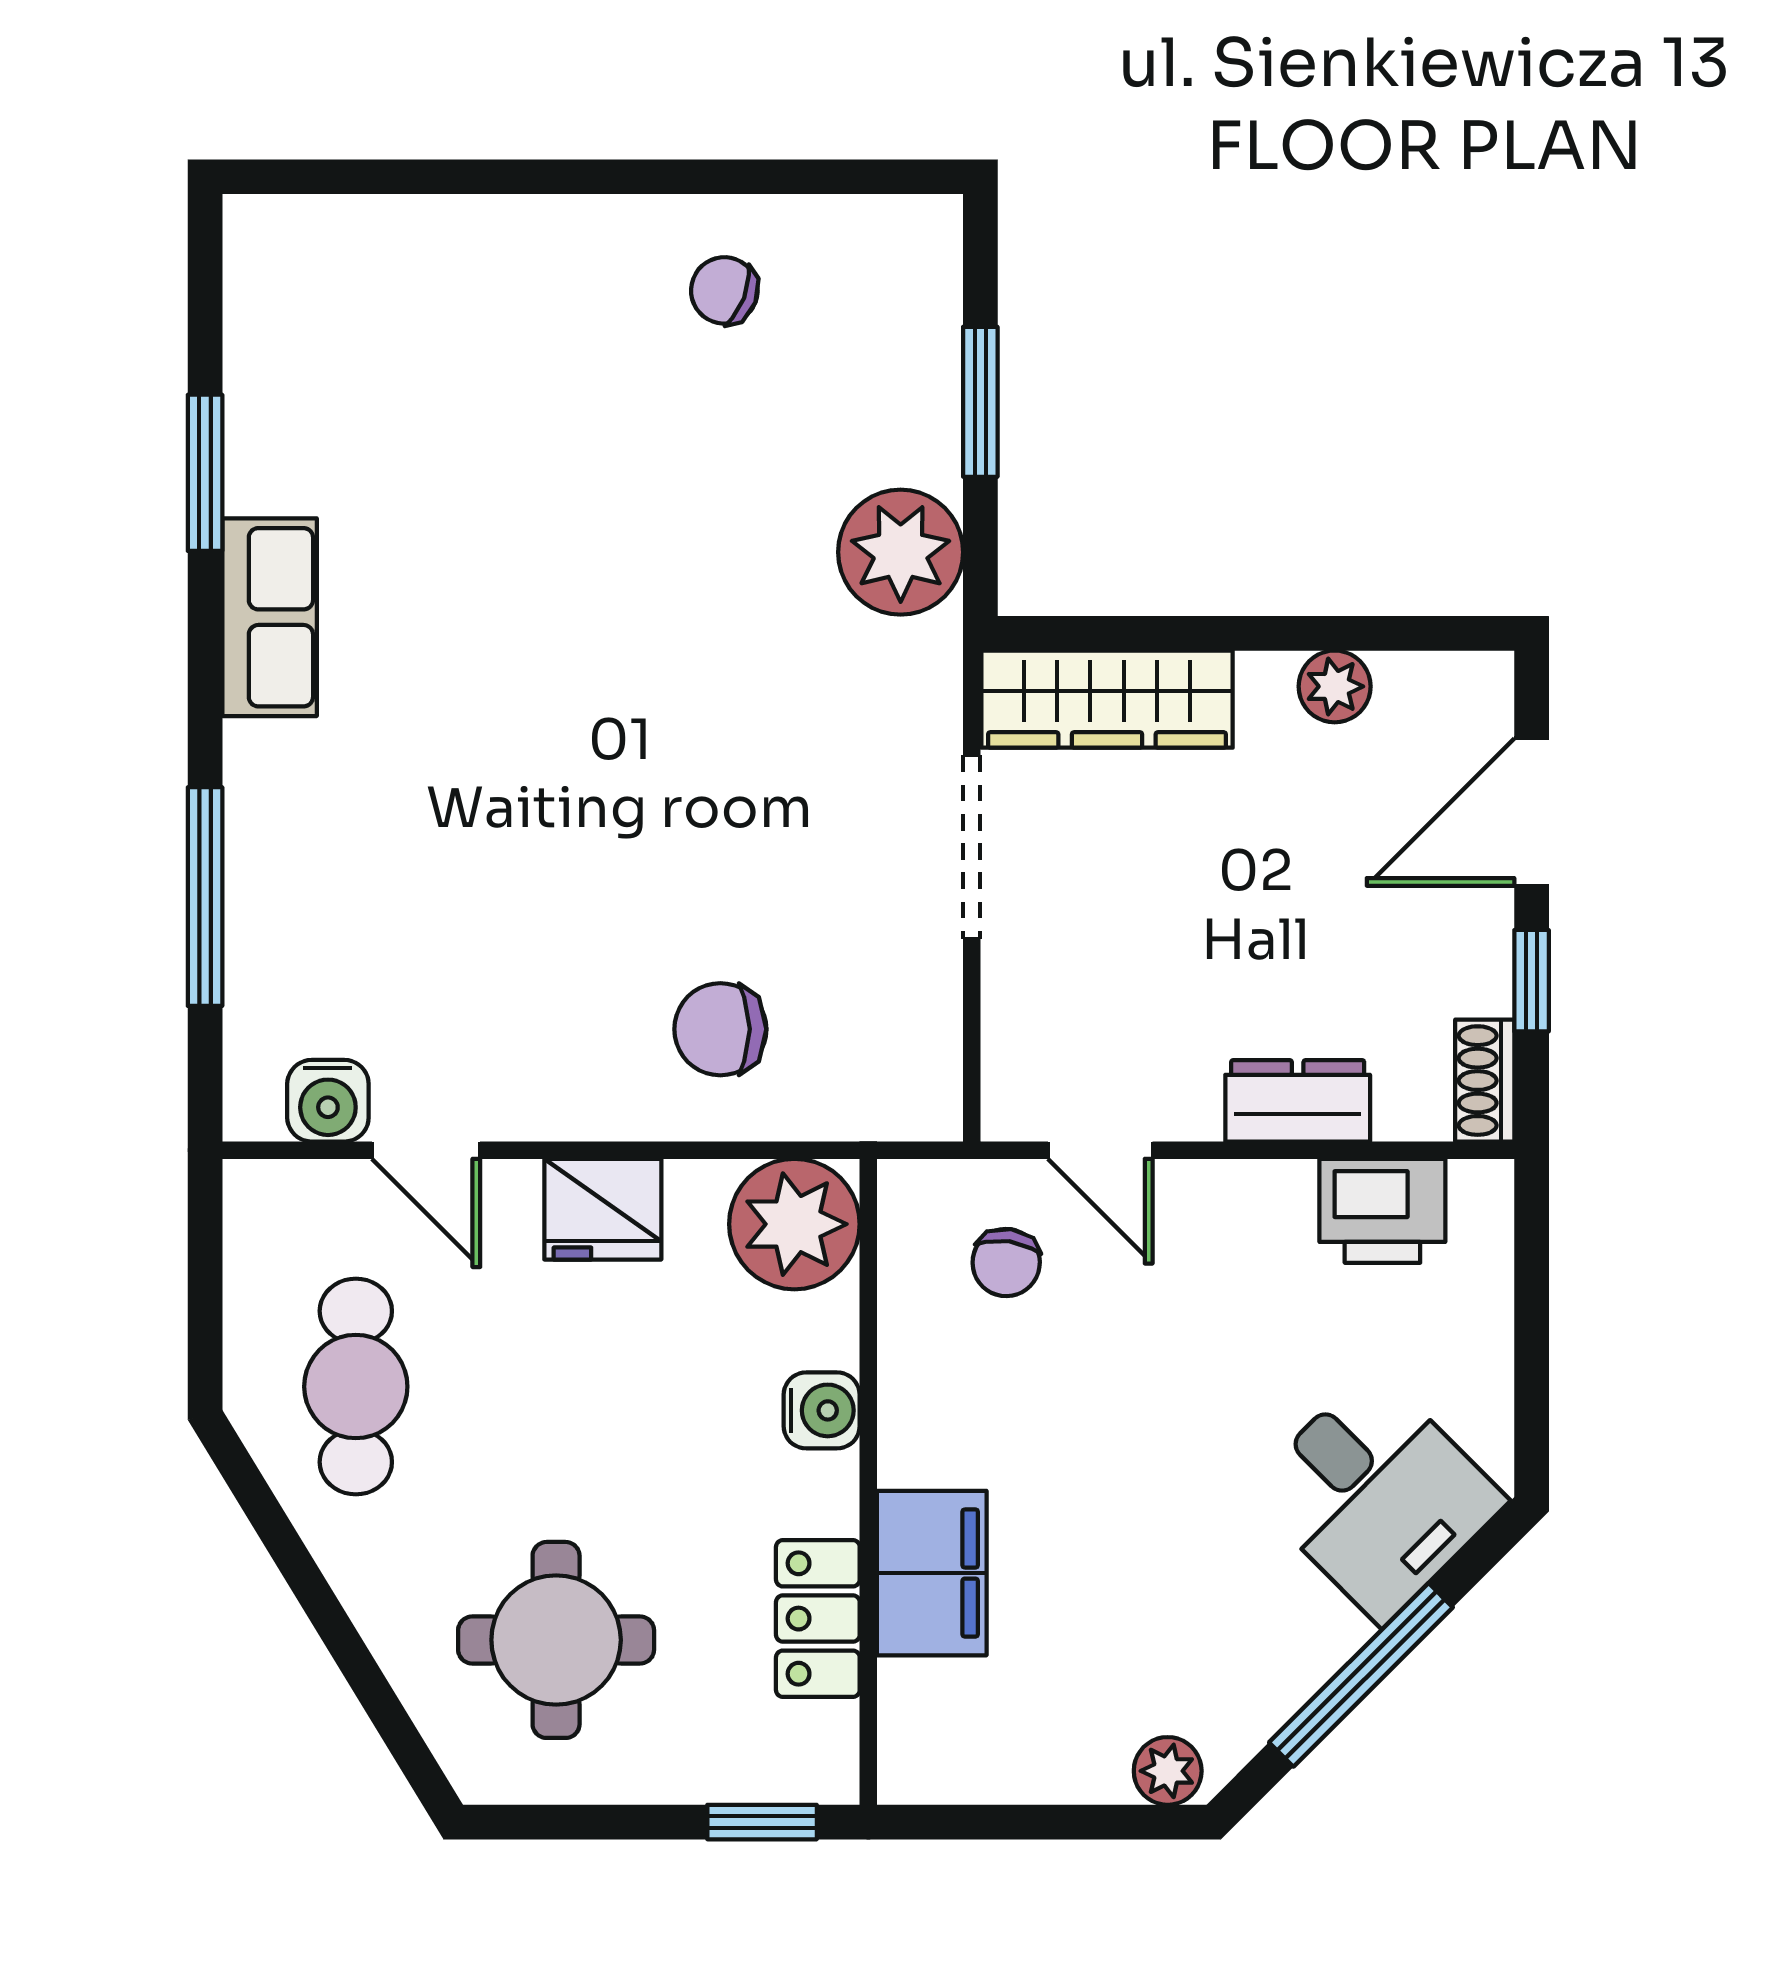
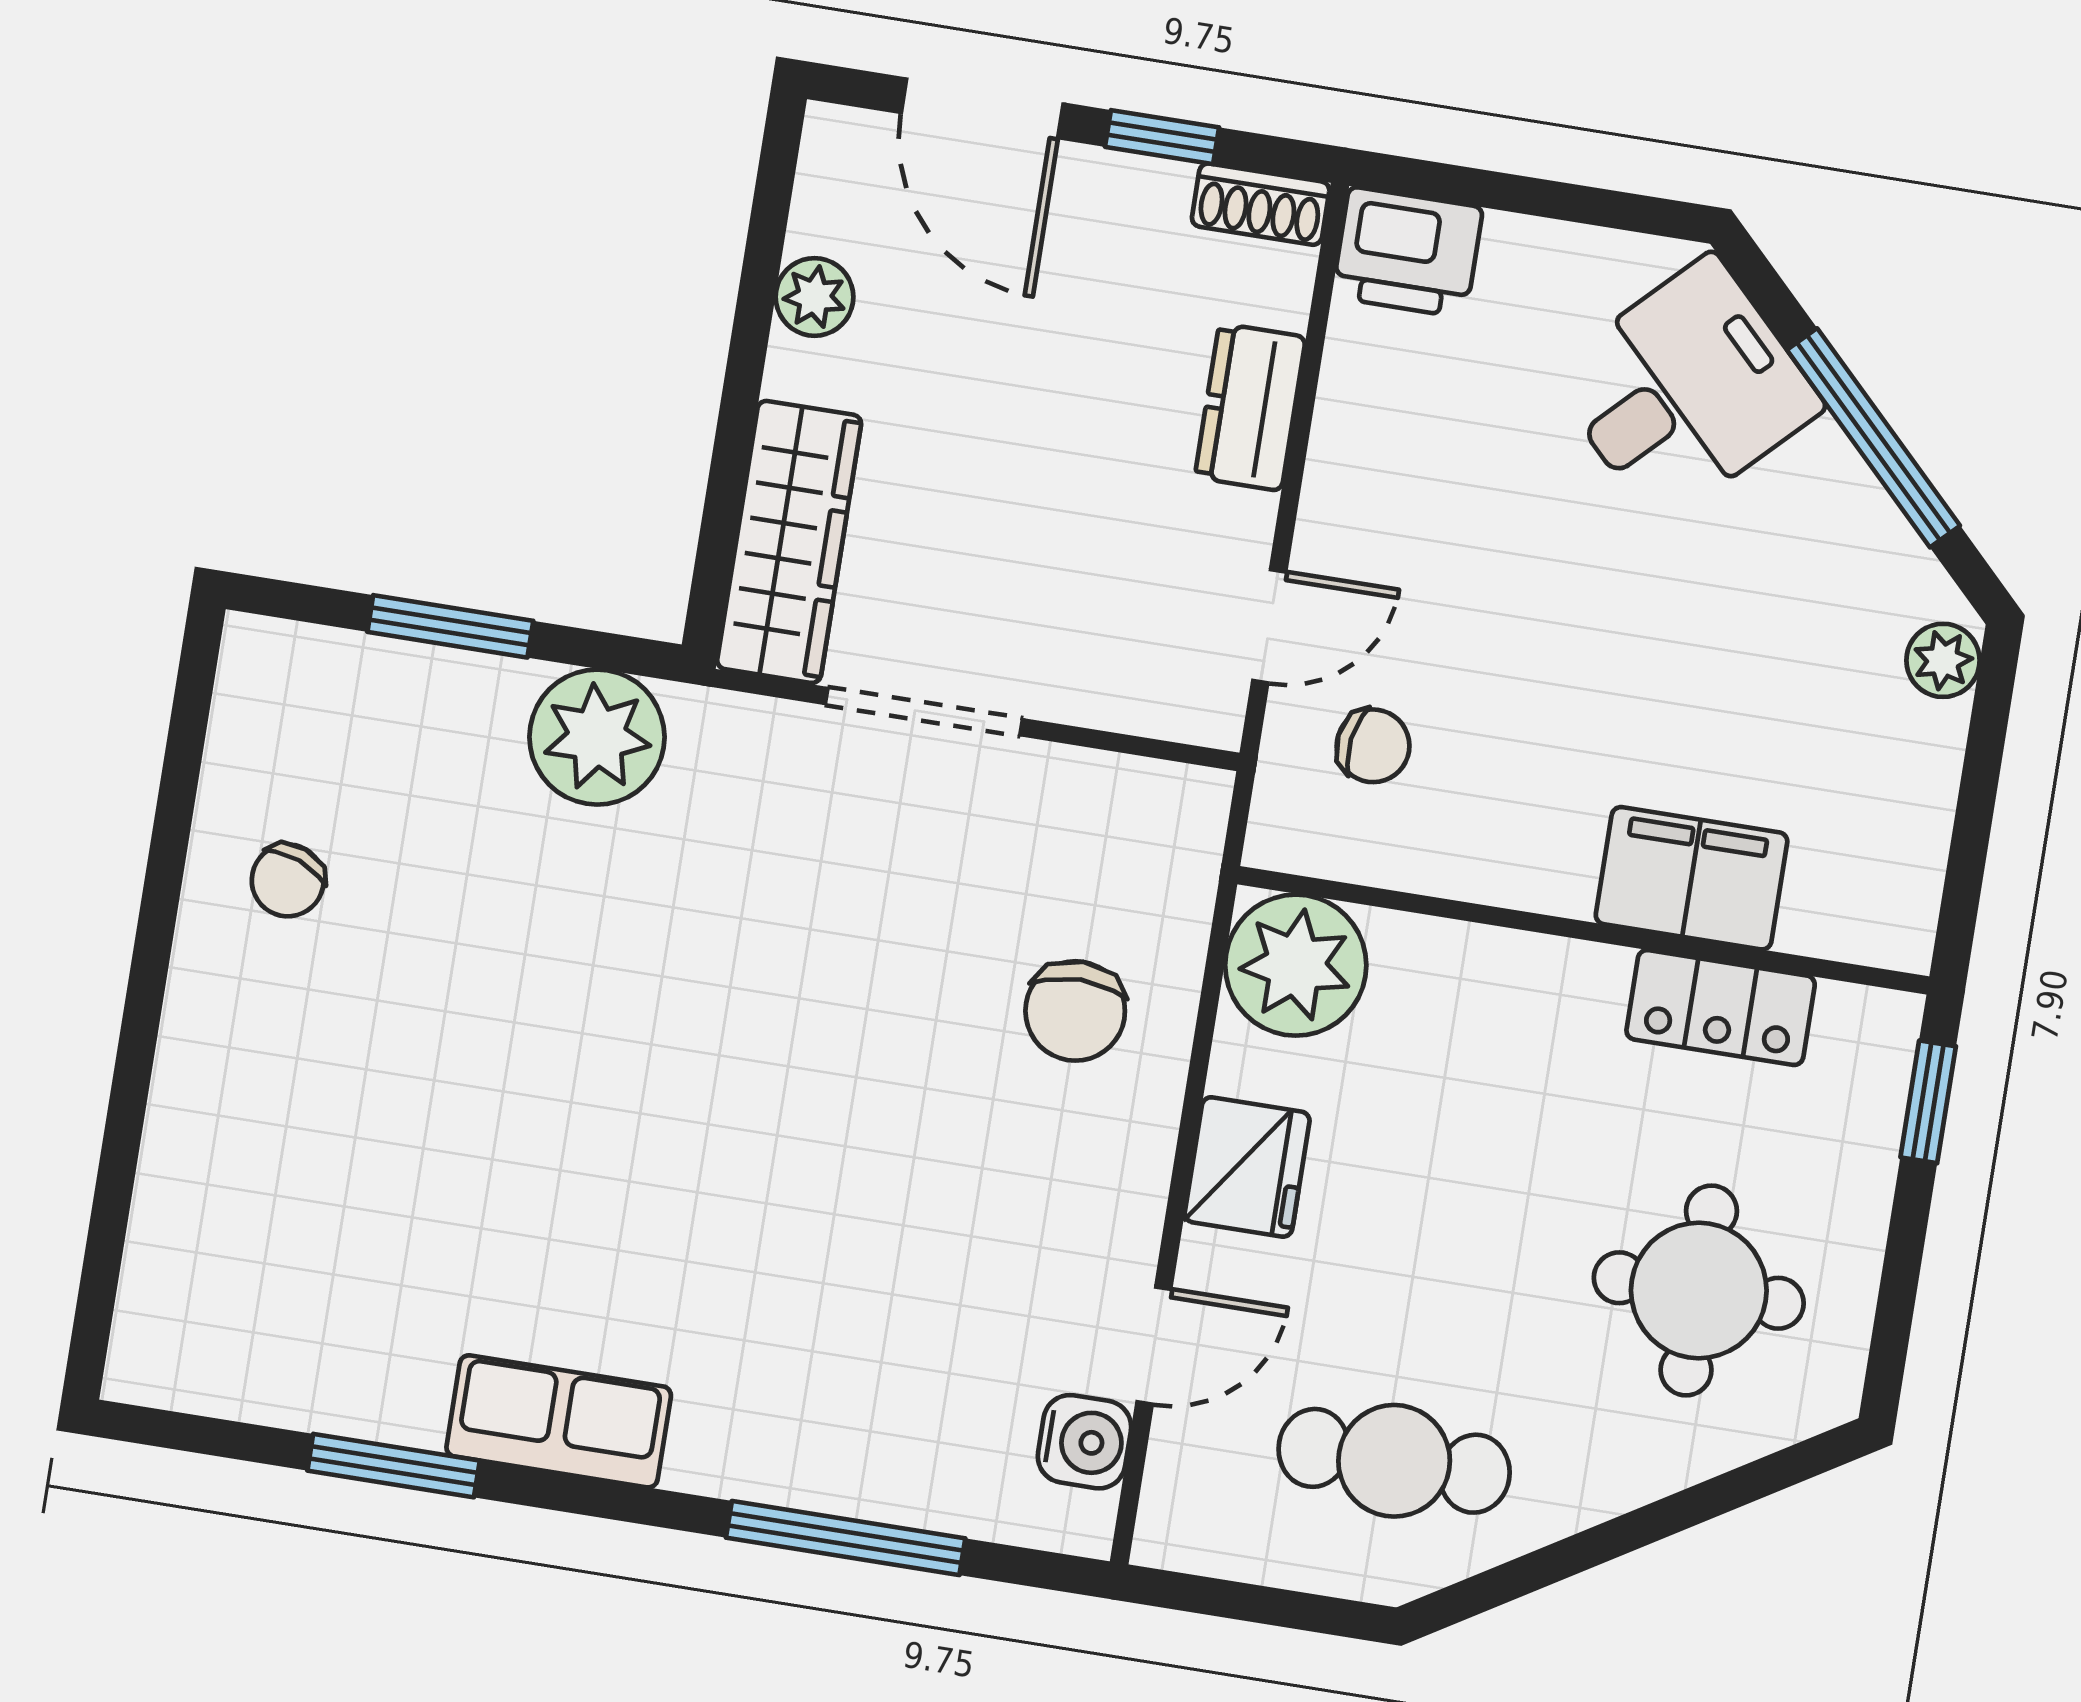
printer: (1382, 1211) -> (1407, 252), moved, turned 90
water cooler: (822, 1410) -> (1499, 968), removed

